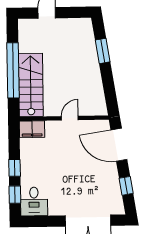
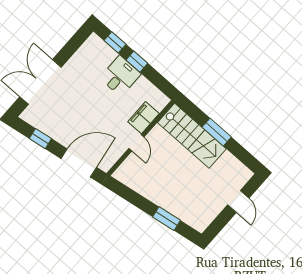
window: (13, 70) -> (217, 132), width x0.47
filing cabinet: (32, 129) -> (143, 118), moved
desk: (34, 202) -> (120, 76), moved, turned 90

